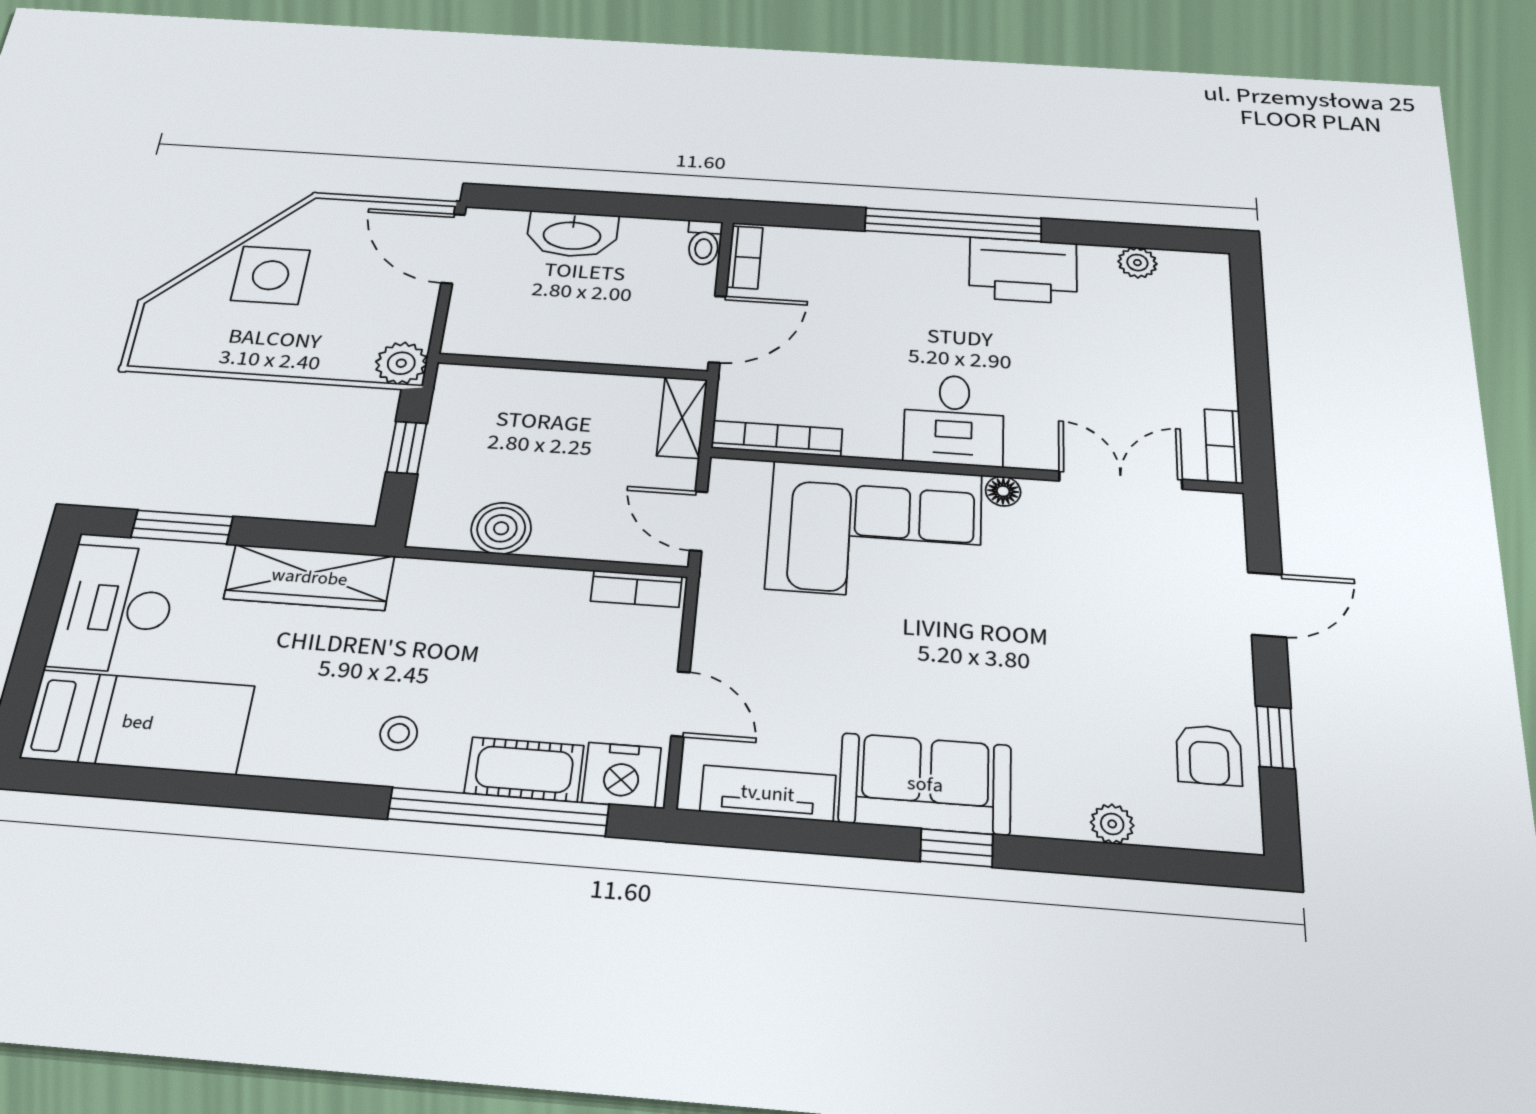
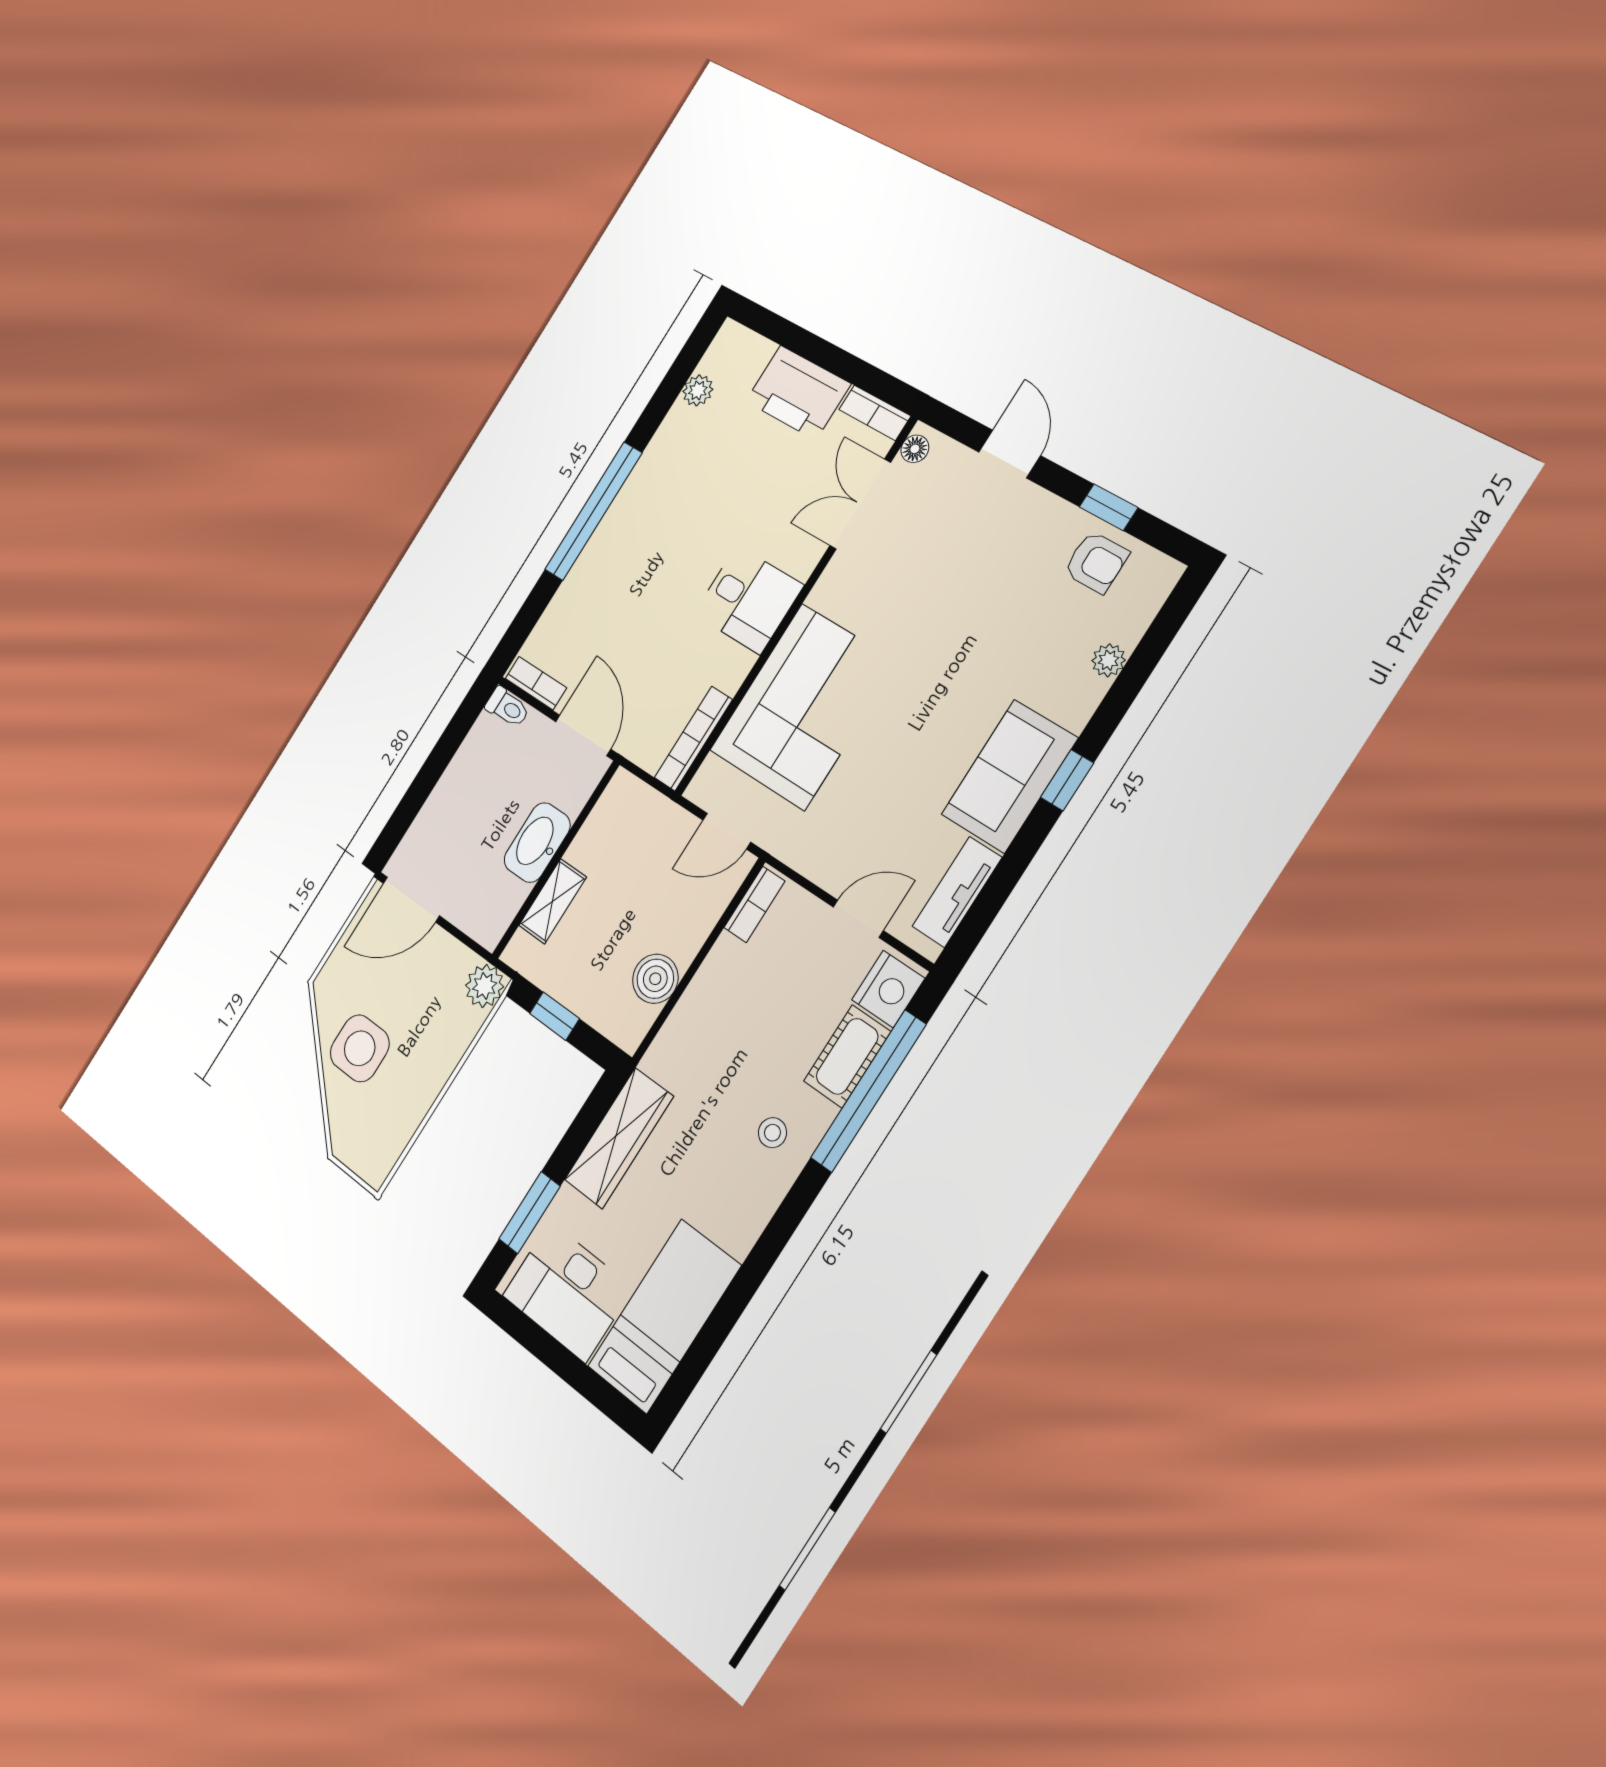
washbasin: (572, 234) -> (537, 843), moved, turned 180
printer: (1023, 270) -> (798, 393), moved, turned 90
shelving: (682, 417) -> (553, 901), moved, turned 90
floor lamp: (1003, 491) -> (915, 449), moved

